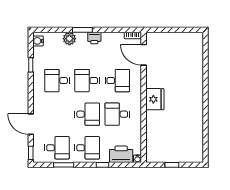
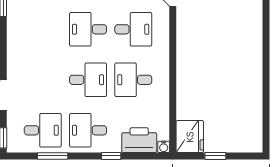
desk: (57, 81) -> (43, 29), removed
fridge: (155, 99) -> (190, 137), moved
desk: (87, 148) -> (88, 130), turned 180

